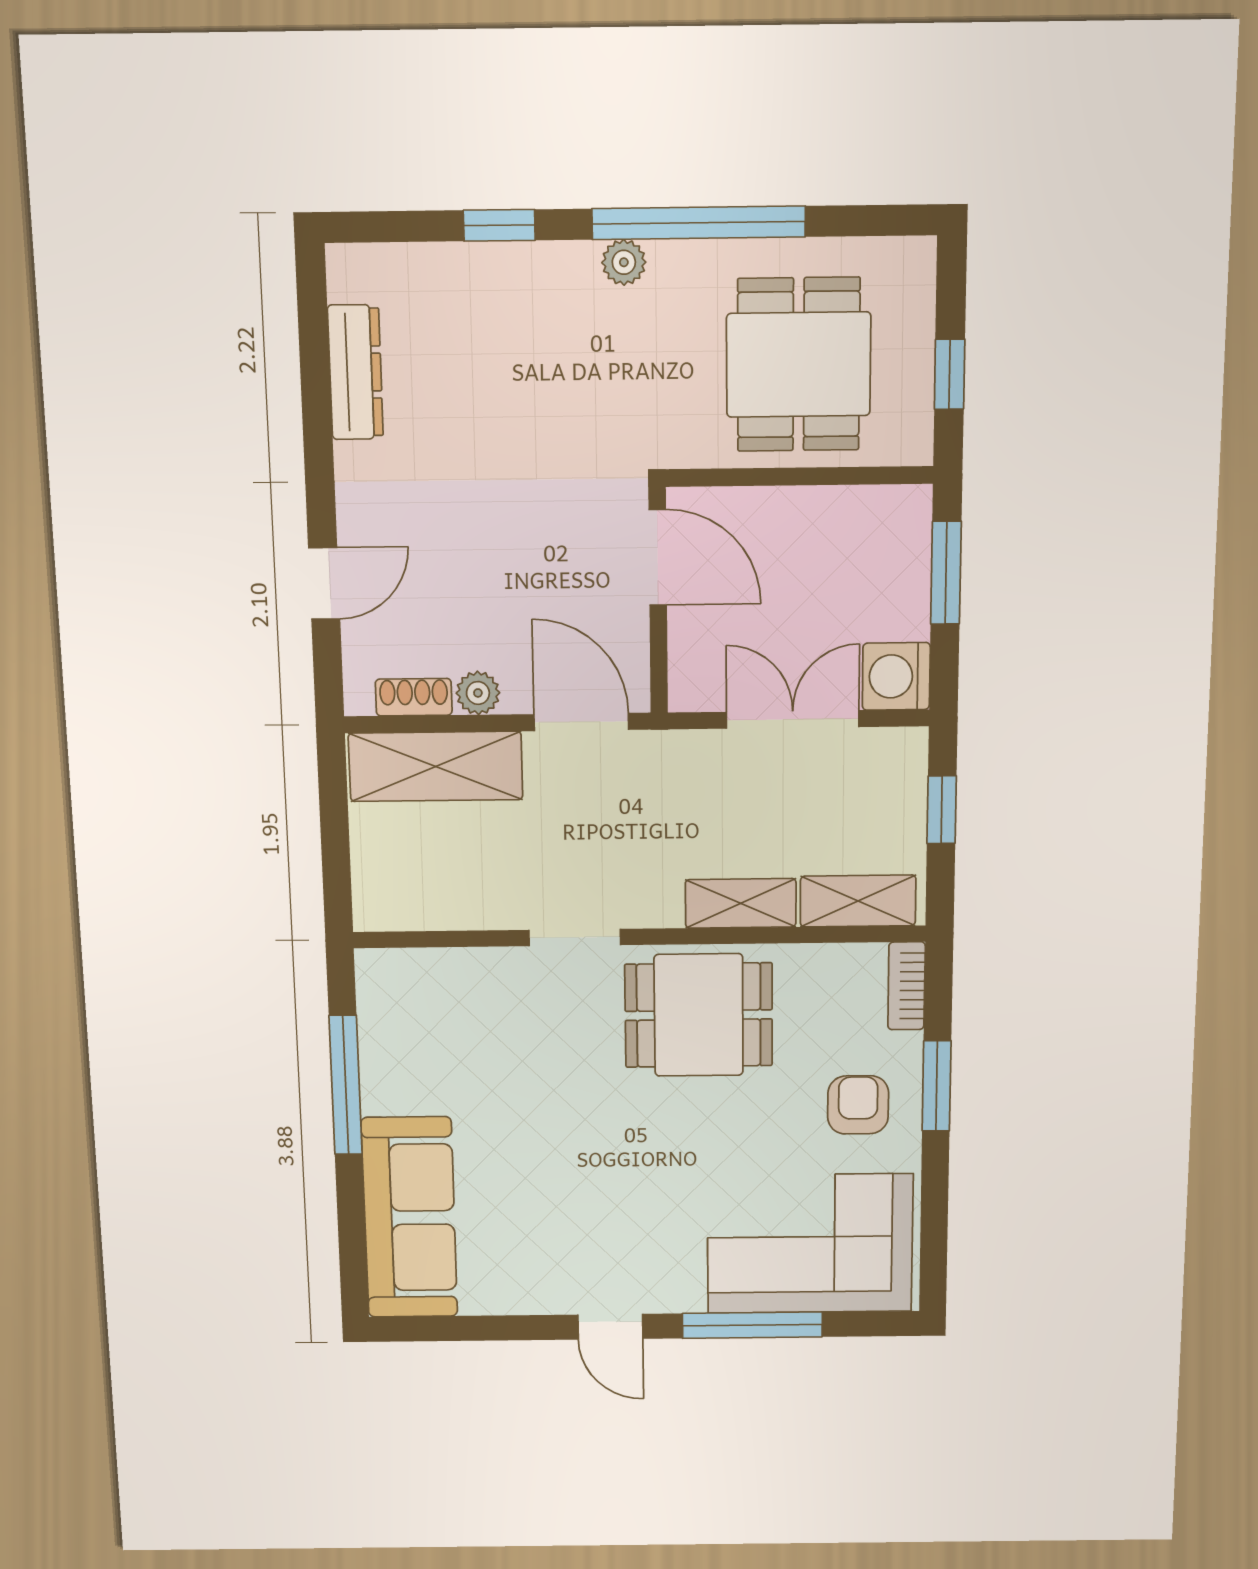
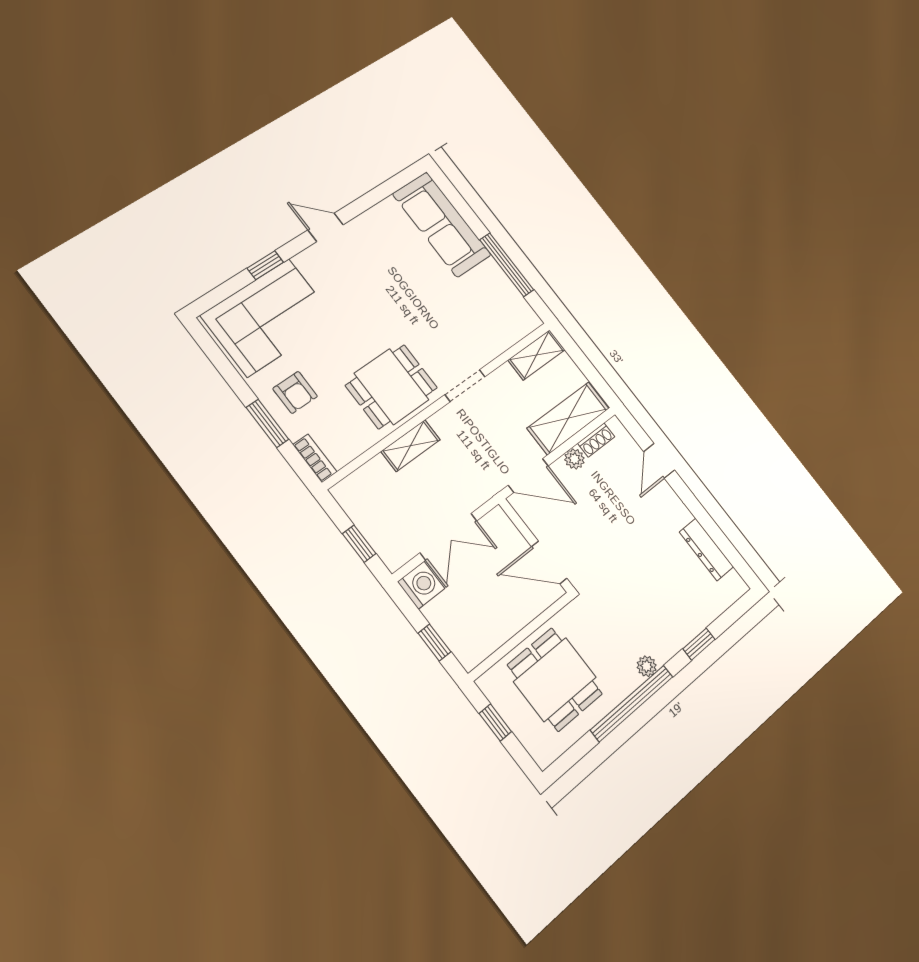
window: (946, 573) -> (434, 643), width x0.67
shelving: (858, 901) -> (537, 355), moved
window: (752, 1325) -> (265, 265), width x0.46

